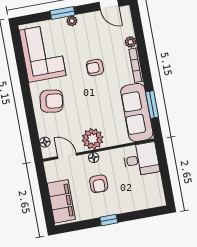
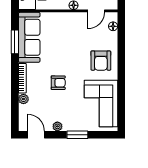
plant: (72, 21) -> (57, 126), moved
armchair: (52, 101) -> (101, 61), turned -98
plant: (93, 139) -> (71, 22), removed
door: (67, 156) -> (96, 11), hinge flipped

